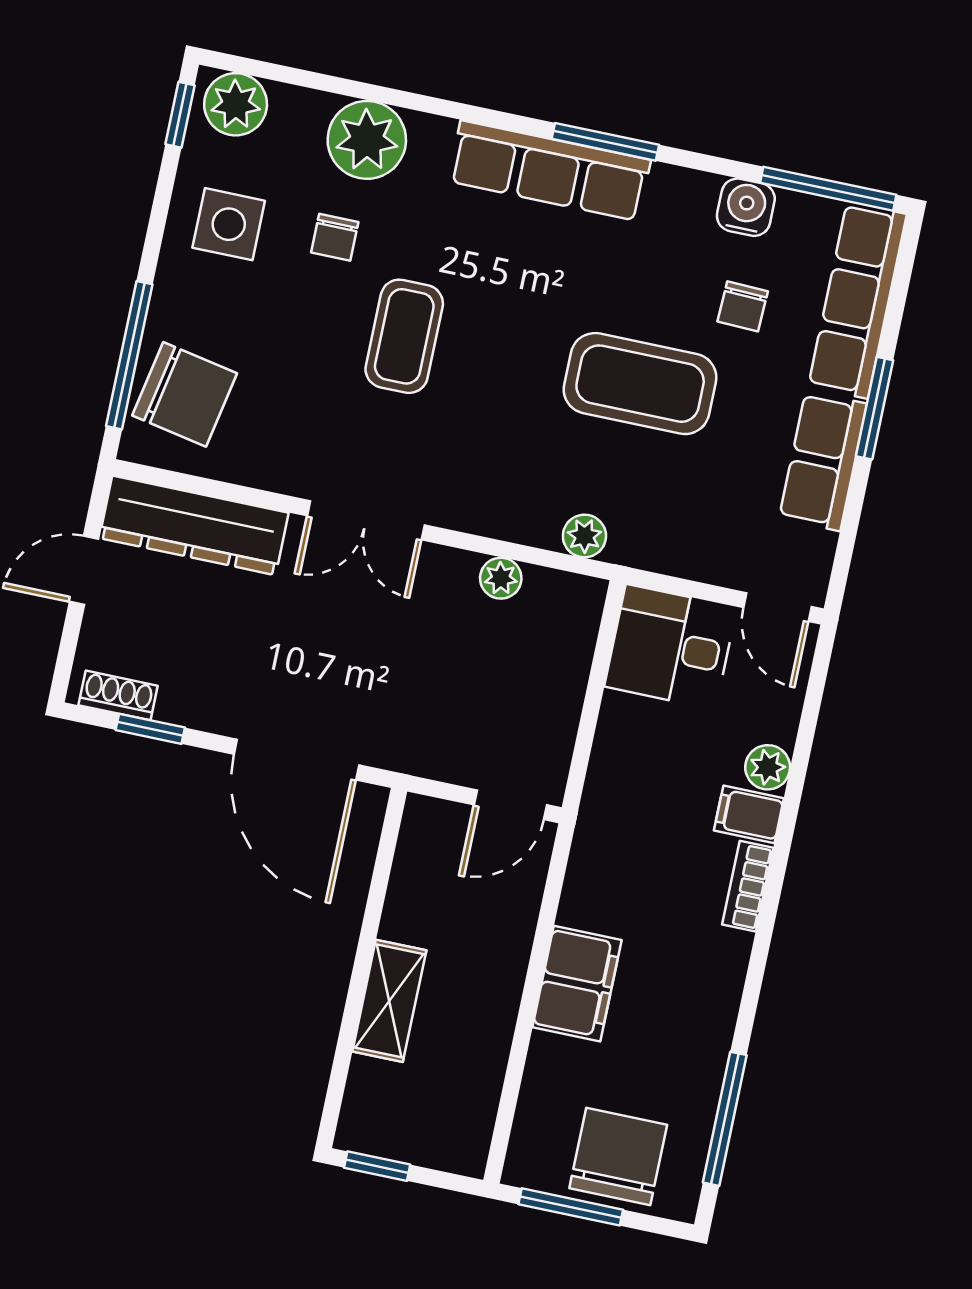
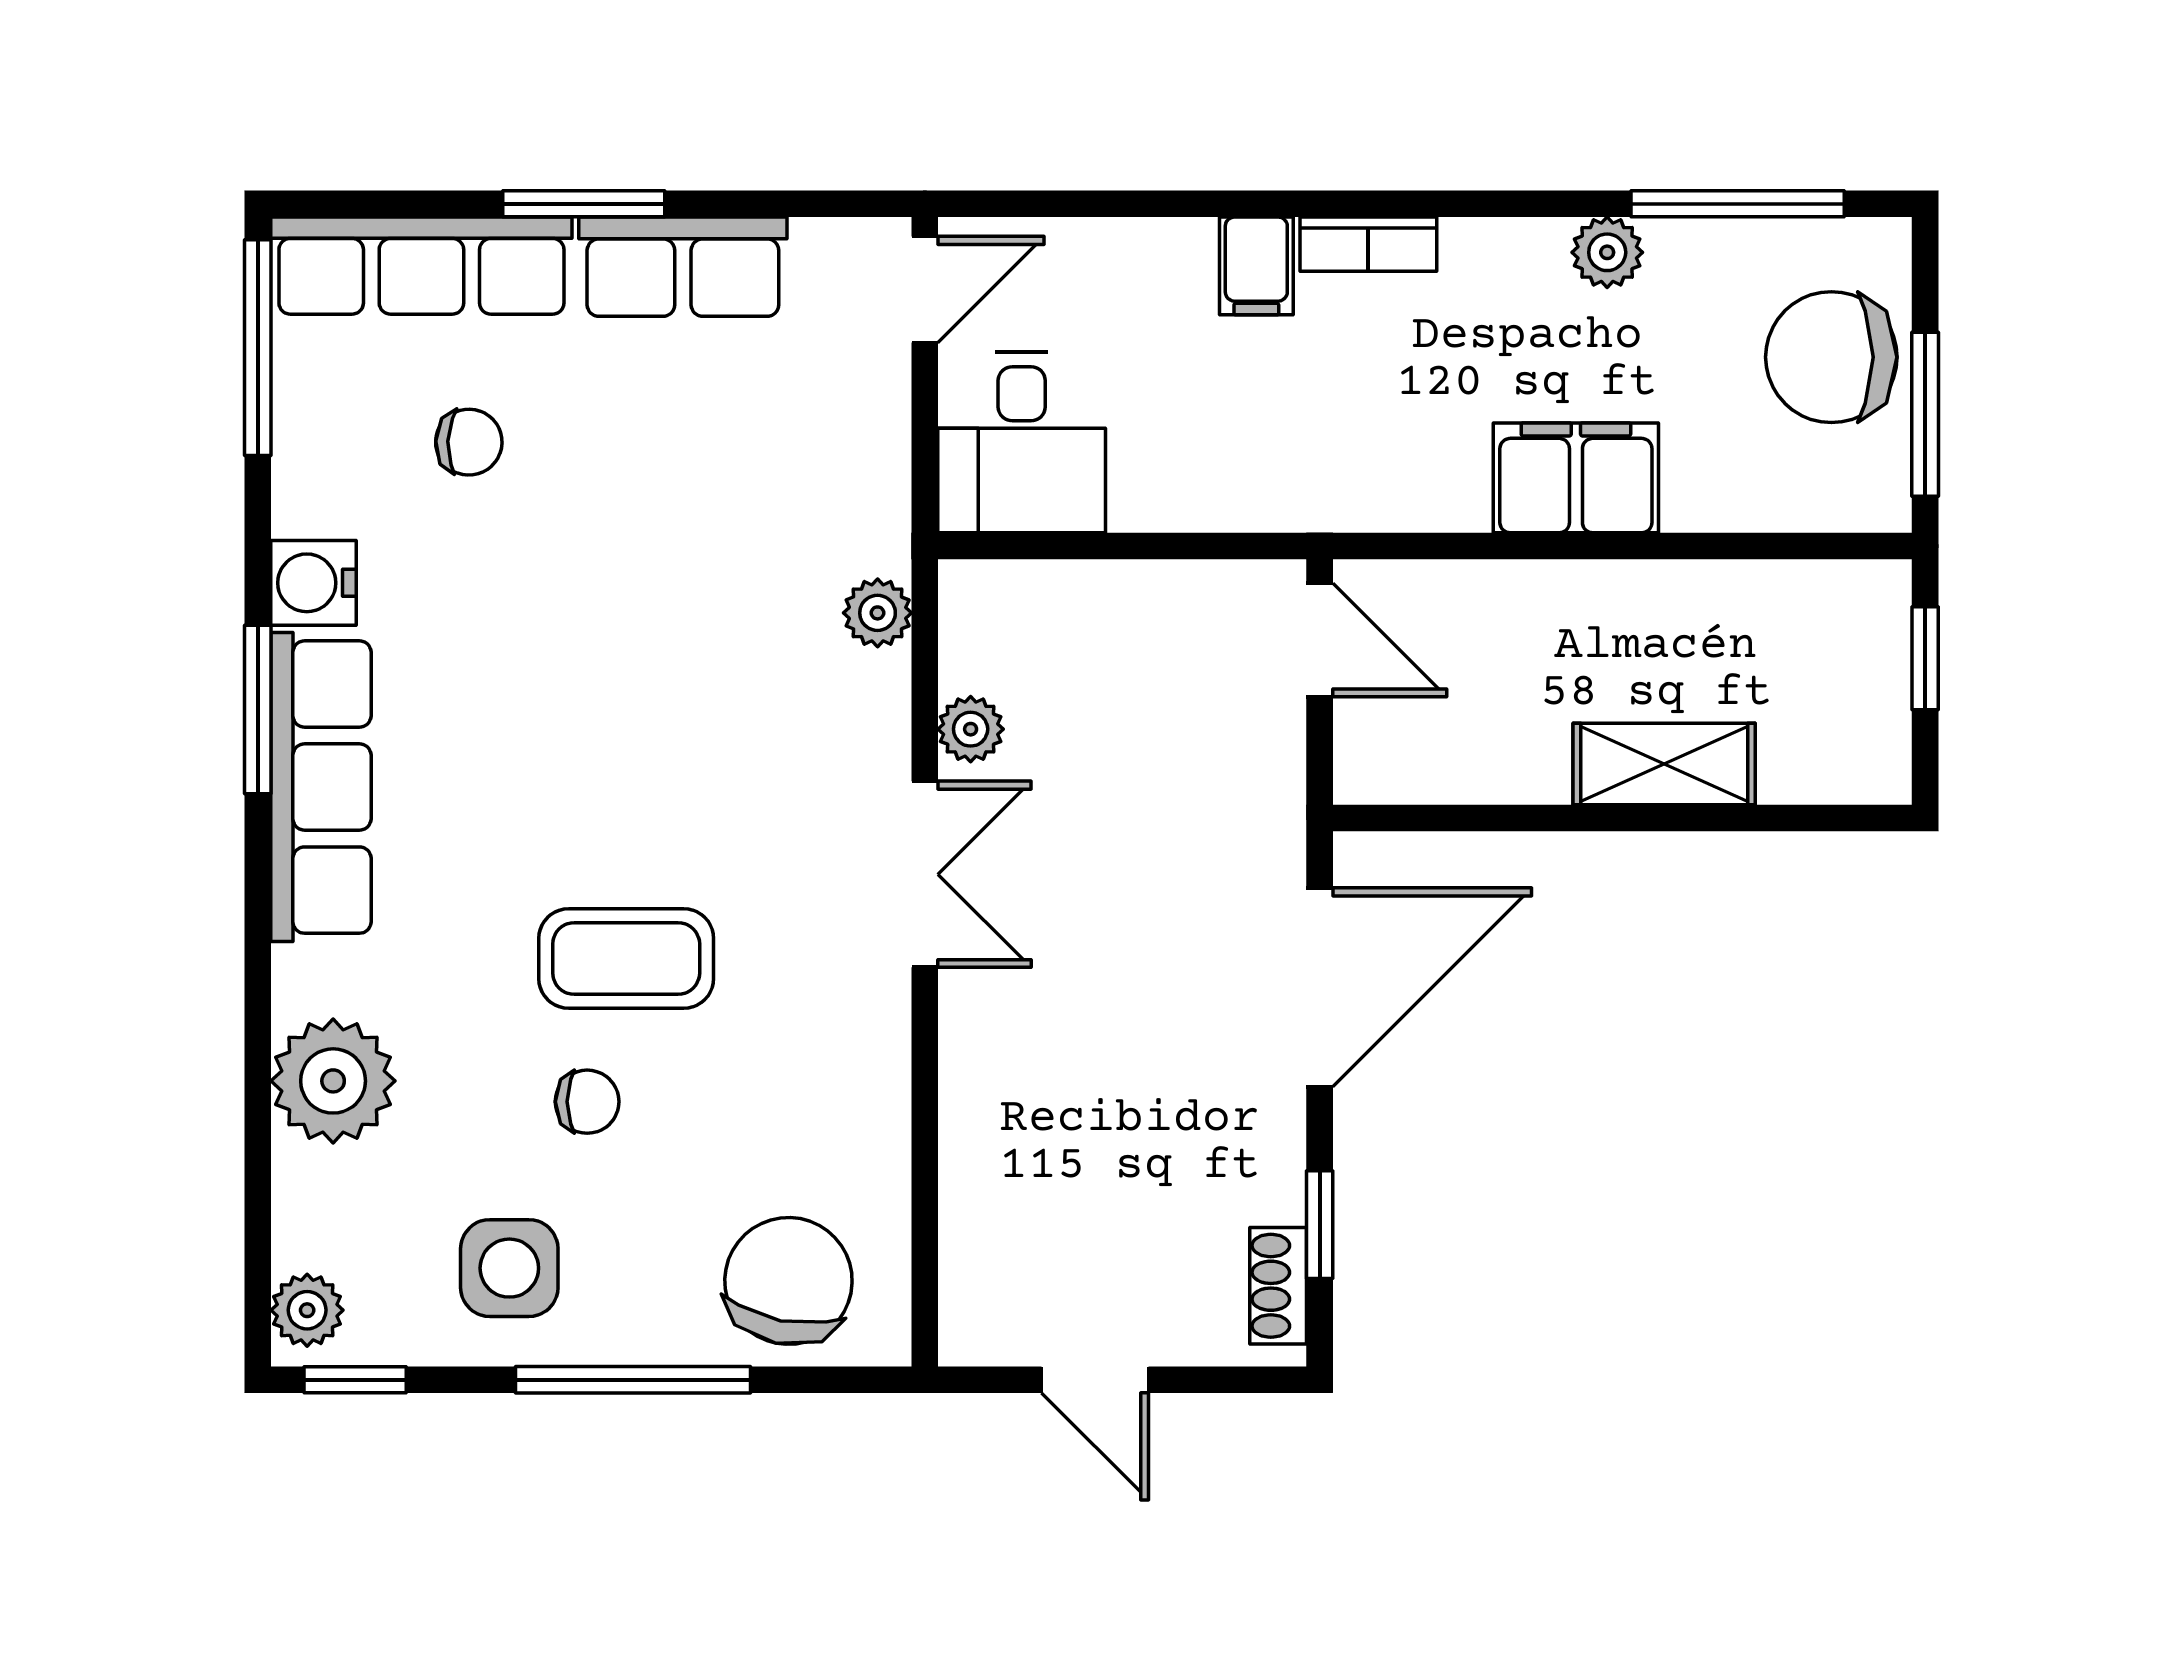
plant: (236, 104) -> (307, 1310), width x0.73, depth x0.73
water cooler: (746, 207) -> (314, 583), moved
chair: (335, 237) -> (587, 1102), moved
window: (129, 355) -> (633, 1380), moved
coffee table: (640, 384) -> (622, 576), removed
double door: (366, 520) -> (925, 874), moved
dresser: (194, 525) -> (989, 1223), removed
plant: (768, 767) -> (1607, 252), moved
window: (377, 1166) -> (1925, 658), moved

